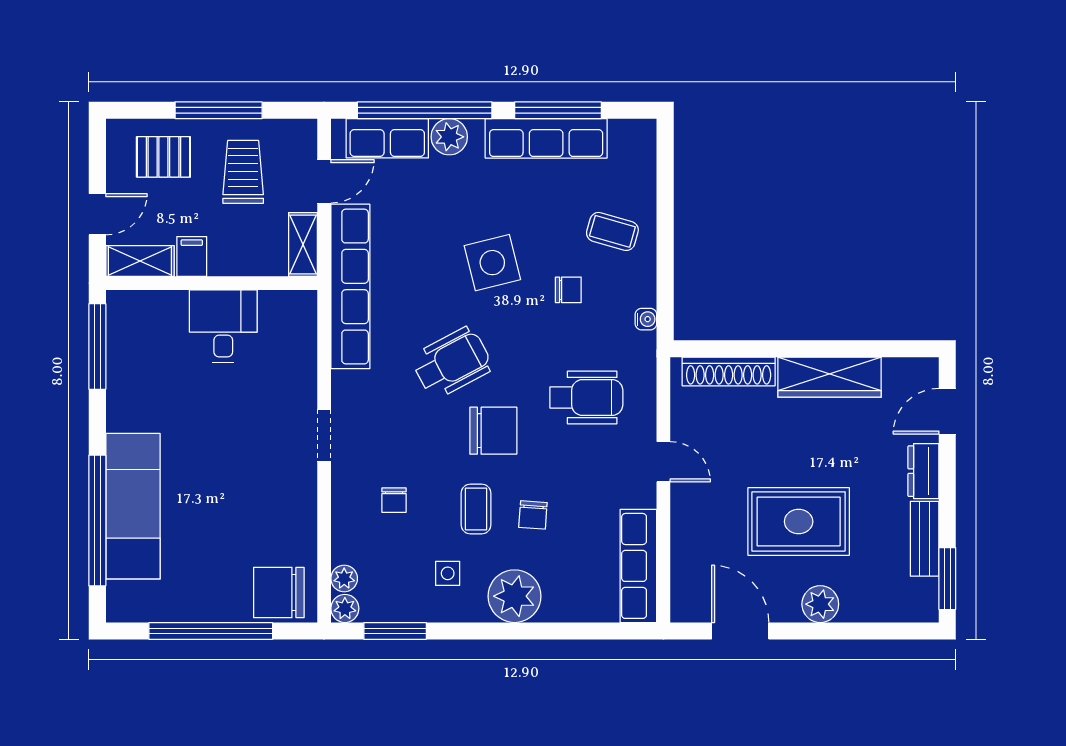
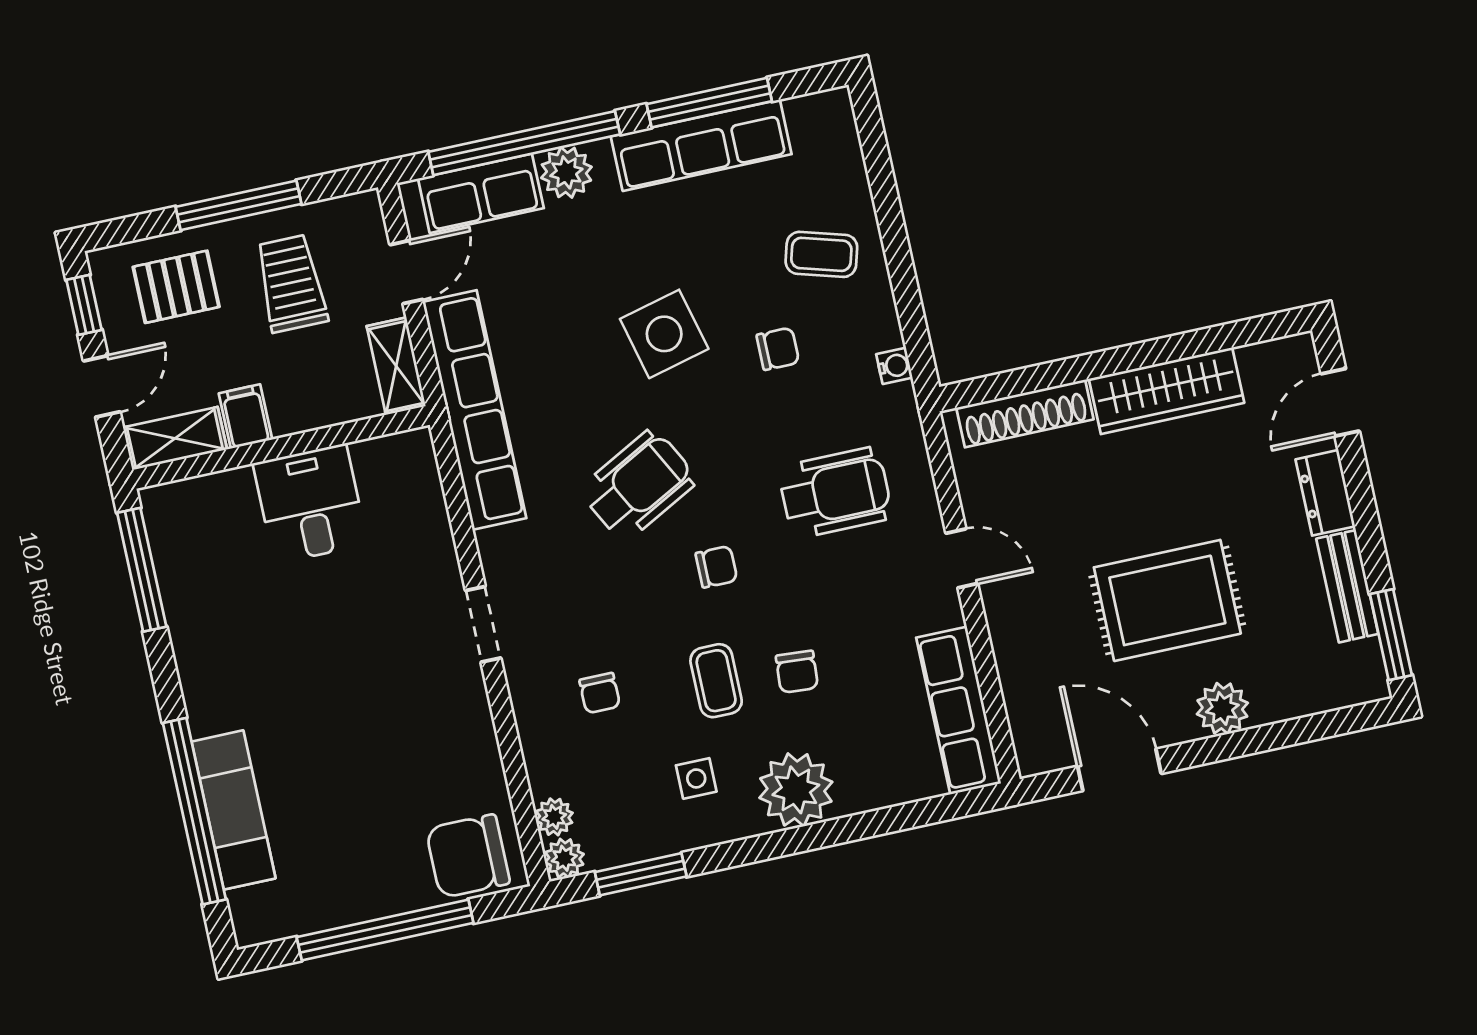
window: (97, 156) -> (84, 305), added
chair: (493, 431) -> (716, 567), width x0.54, depth x0.54
exam couch: (133, 506) -> (233, 810), width x0.73, depth x0.69

